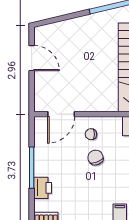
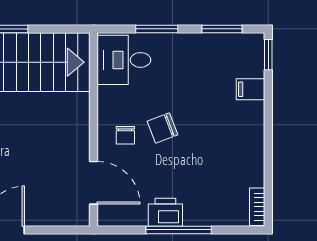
printer: (43, 188) -> (165, 212), moved

